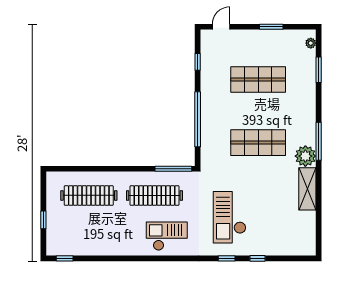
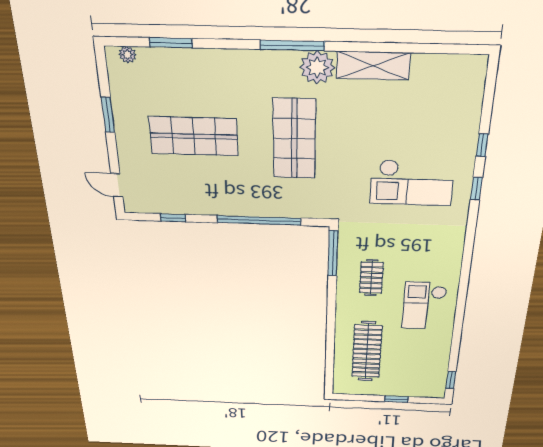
shop shelf: (258, 79) -> (194, 136), turned 90
clothes rail: (154, 195) -> (371, 278), width x0.54, depth x0.76
checkout: (167, 236) -> (424, 306), moved

